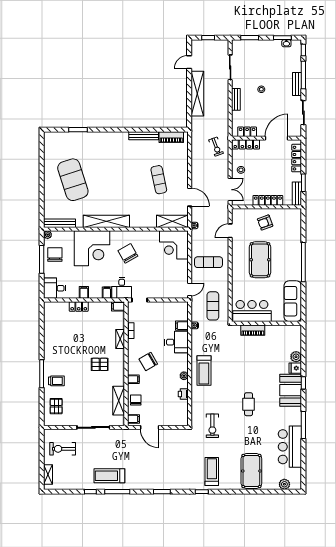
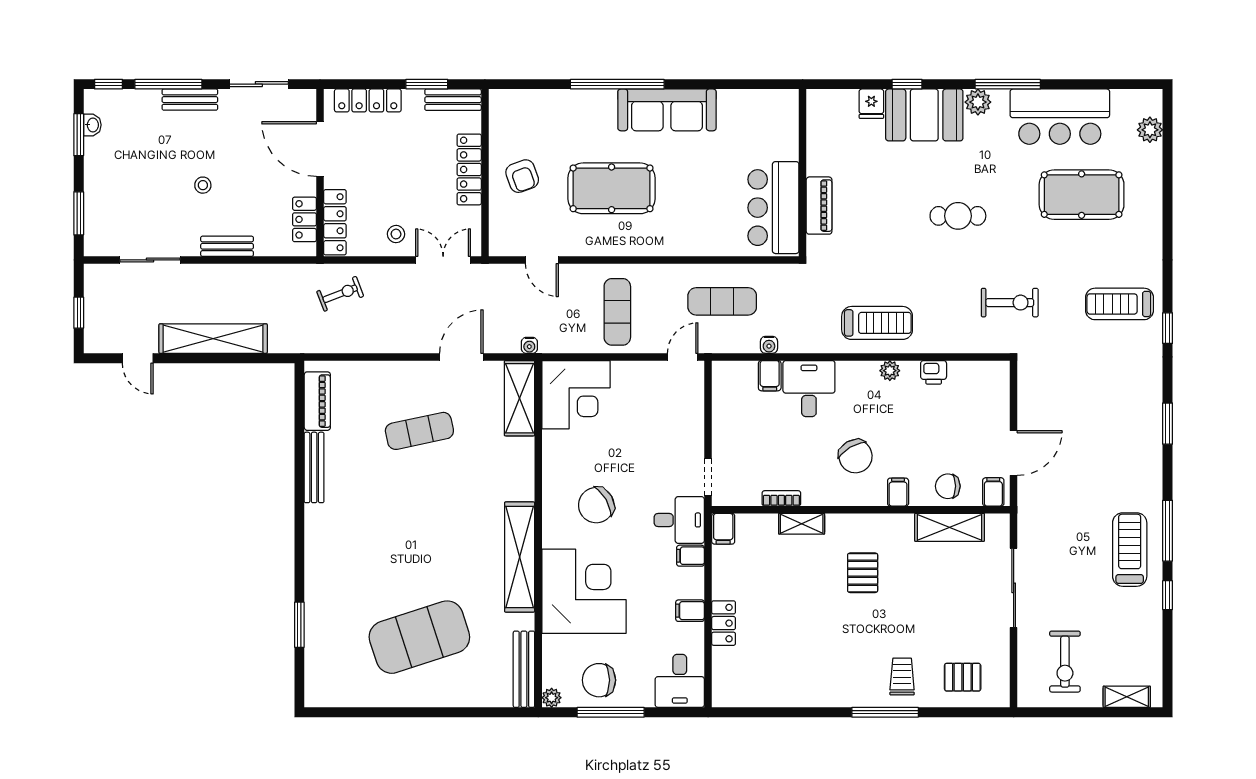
door: (190, 289) -> (683, 357), hinge flipped
sofa: (293, 301) -> (667, 110), moved
bar counter: (252, 311) -> (773, 208), moved
wall: (267, 323) -> (803, 173), moved
piano: (253, 330) -> (819, 206), moved
plant: (296, 357) -> (978, 102), moved
pool table: (251, 471) -> (1082, 195), moved
treadmill: (109, 476) -> (1130, 550), turned 180

